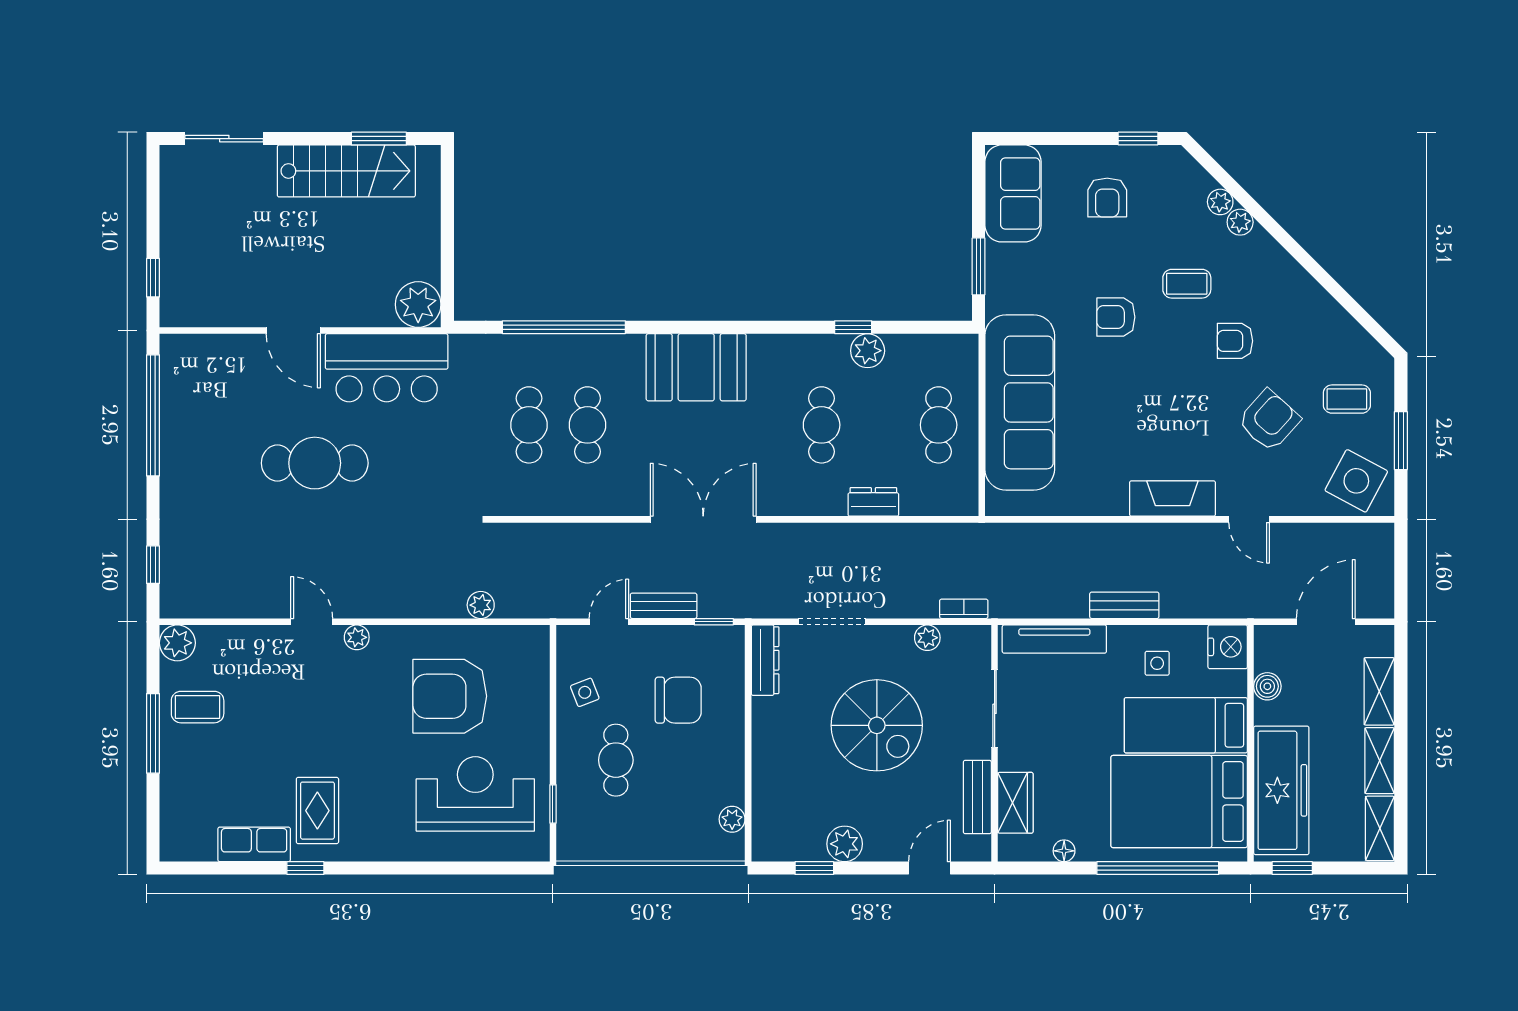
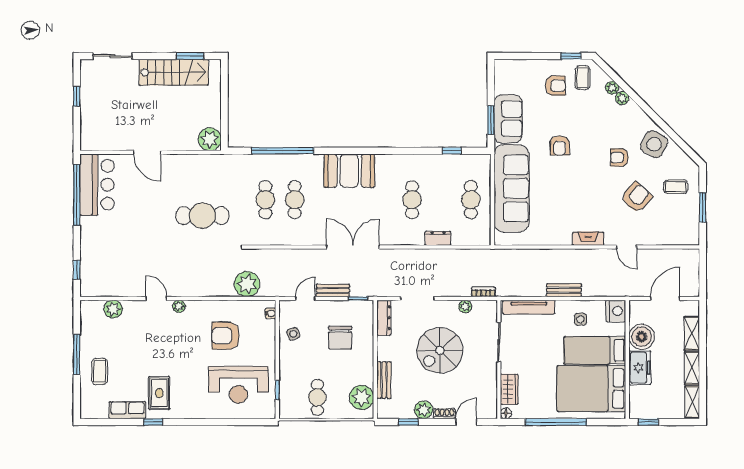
sofa: (1013, 193) -> (508, 119), moved
armchair: (1107, 198) -> (555, 86), turned -90
window: (153, 278) -> (77, 96), moved
coffee table: (1187, 284) -> (583, 78), moved, turned 90
armchair: (1116, 317) -> (560, 146), turned -90
window: (853, 327) -> (452, 151), moved
plant: (868, 351) -> (435, 162), removed
bar counter: (387, 368) -> (97, 185), moved, turned -90
cafe table: (315, 463) -> (202, 216), moved
side table: (1356, 481) -> (654, 144), moved
fireplace: (1172, 498) -> (588, 239), width x0.73, depth x0.76
plant: (481, 605) -> (247, 284), width x1.87, depth x1.87
plant: (177, 643) -> (113, 309), moved
water cooler: (539, 651) -> (271, 313), added
boiler: (1267, 686) -> (642, 337), width x1.86, depth x1.86
armchair: (450, 696) -> (226, 336), width x0.73, depth x0.73
chair: (678, 700) -> (340, 338), turned 90
coffee table: (198, 707) -> (100, 371), moved, turned 90
spiral stairs: (877, 725) -> (440, 350), turned 90
cafe table: (616, 760) -> (317, 397), moved
freezer: (1281, 790) -> (640, 368), width x0.52, depth x0.79
reception desk: (475, 794) -> (238, 385), turned 180
bench: (977, 797) -> (384, 380), moved
plant: (732, 819) -> (362, 397), width x1.88, depth x1.88
shoe rack: (886, 851) -> (444, 414), added
floor lamp: (1064, 851) -> (506, 413), moved
window: (1158, 868) -> (556, 422), moved

